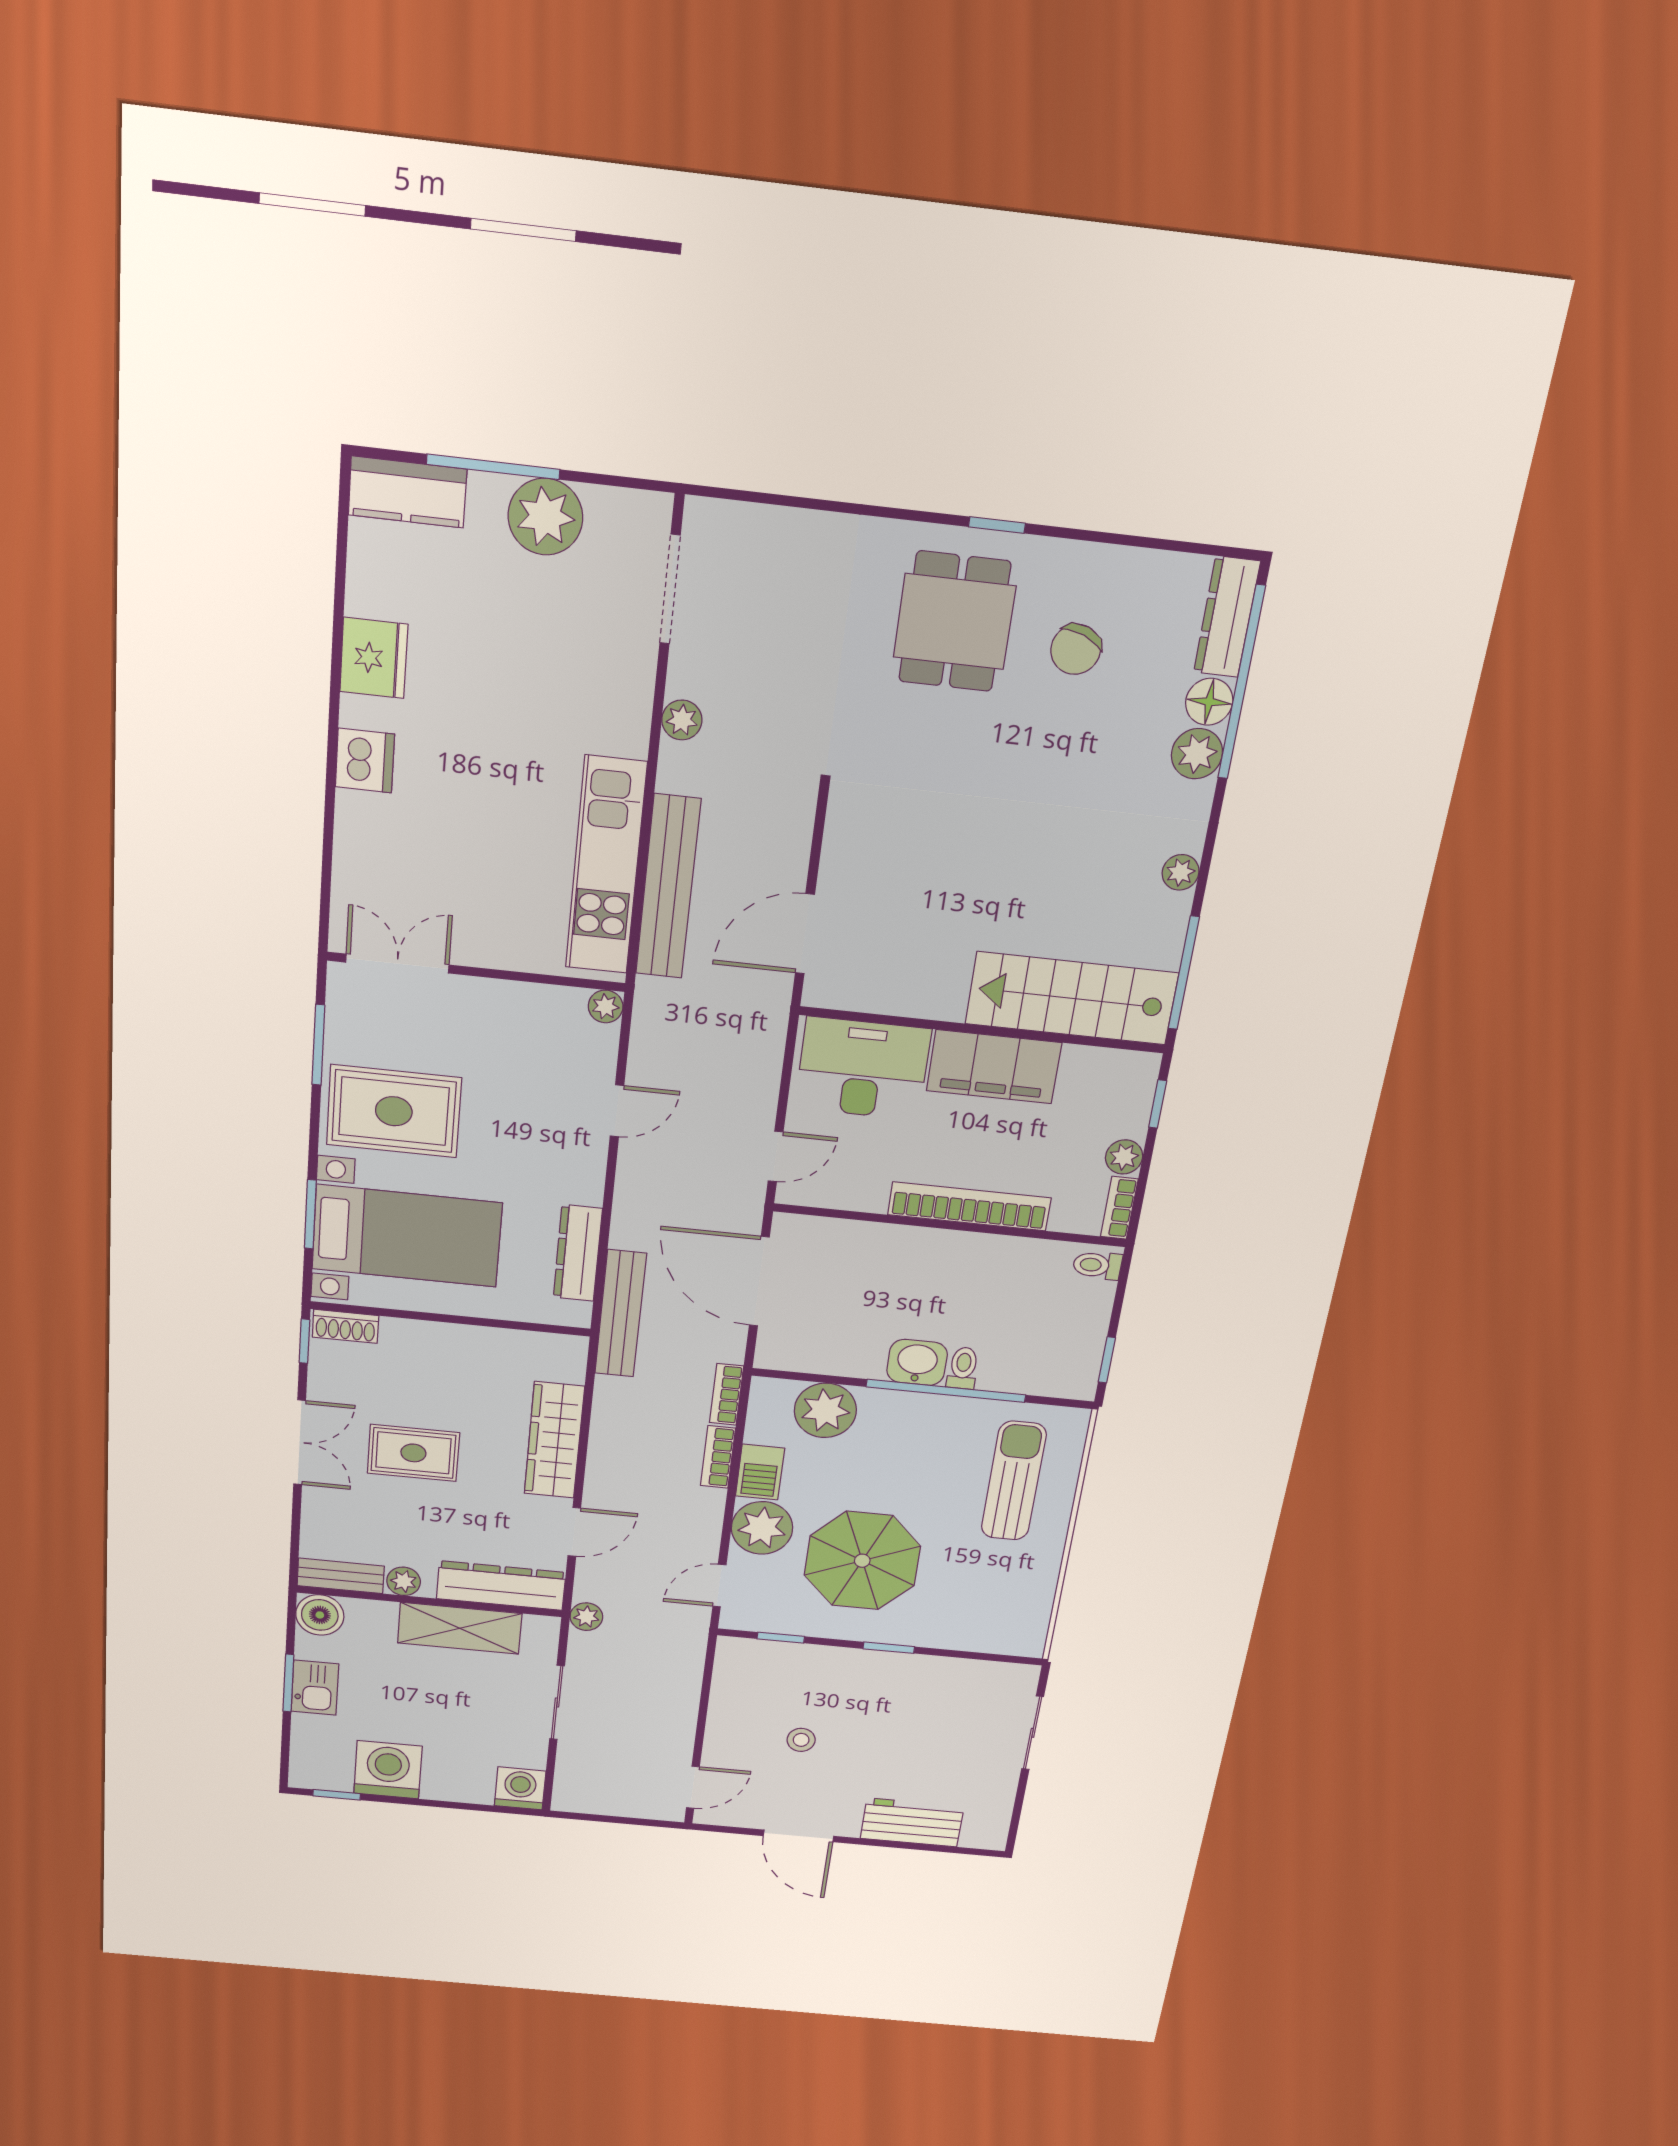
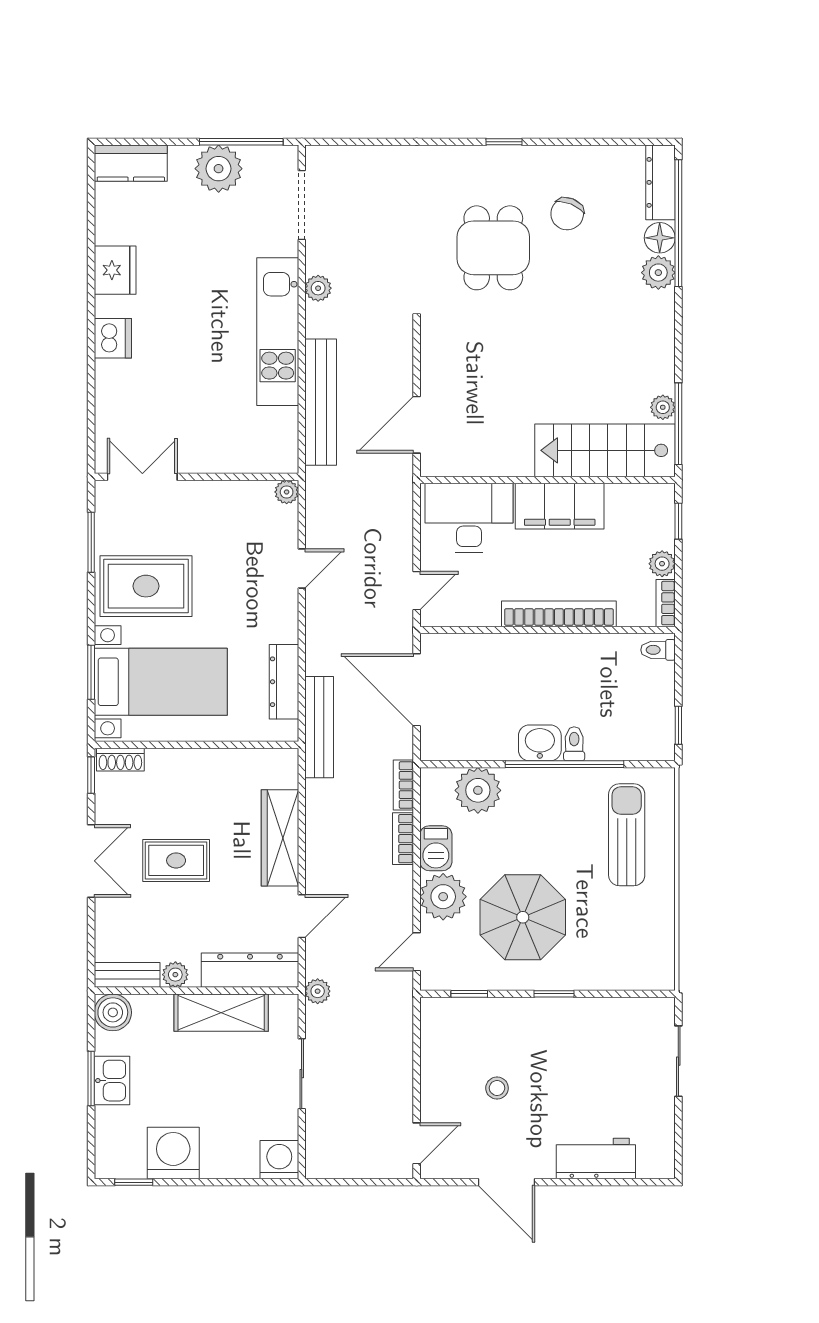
window: (493, 467) -> (241, 142), moved
dining table: (955, 622) -> (493, 248), moved
kitchen unit: (606, 866) -> (278, 332), moved
plant: (1181, 872) -> (663, 407), moved

